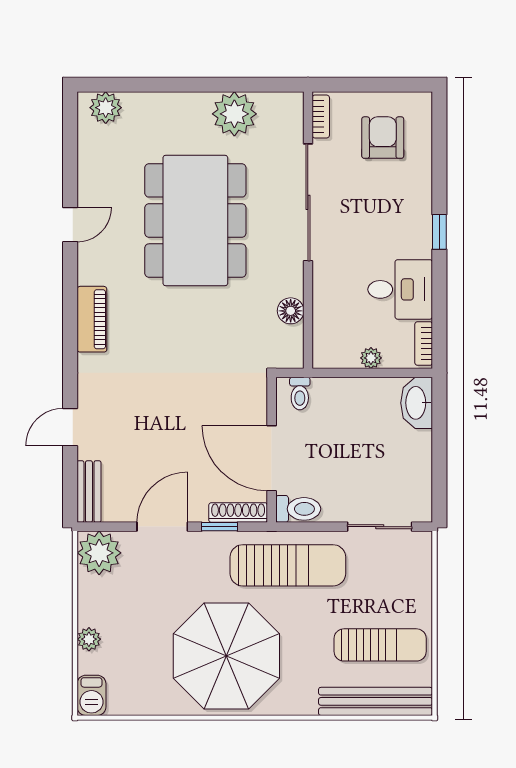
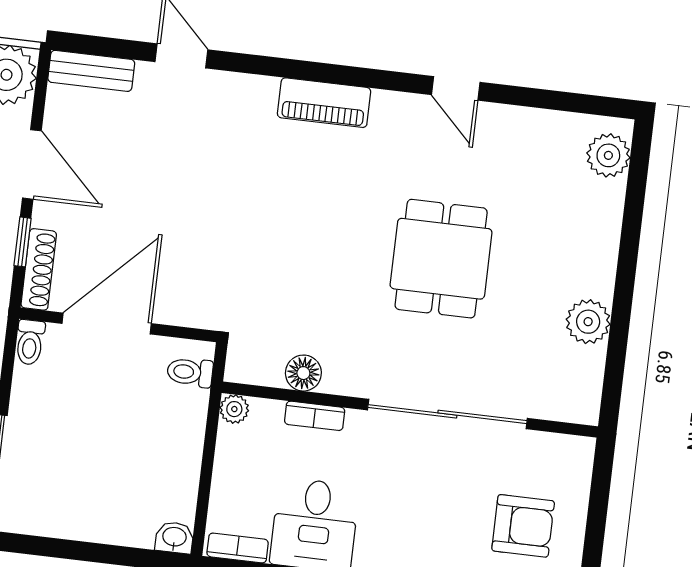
plant: (234, 114) -> (588, 322), width x0.73, depth x0.73
bookcase: (321, 116) -> (315, 416), moved
dining table: (195, 220) -> (441, 259), width x0.53, depth x0.80
plant: (371, 358) -> (234, 409), moved
washbasin: (417, 403) -> (174, 538), width x0.52, depth x0.69
toilet: (298, 509) -> (30, 342), width x0.73, depth x0.72

